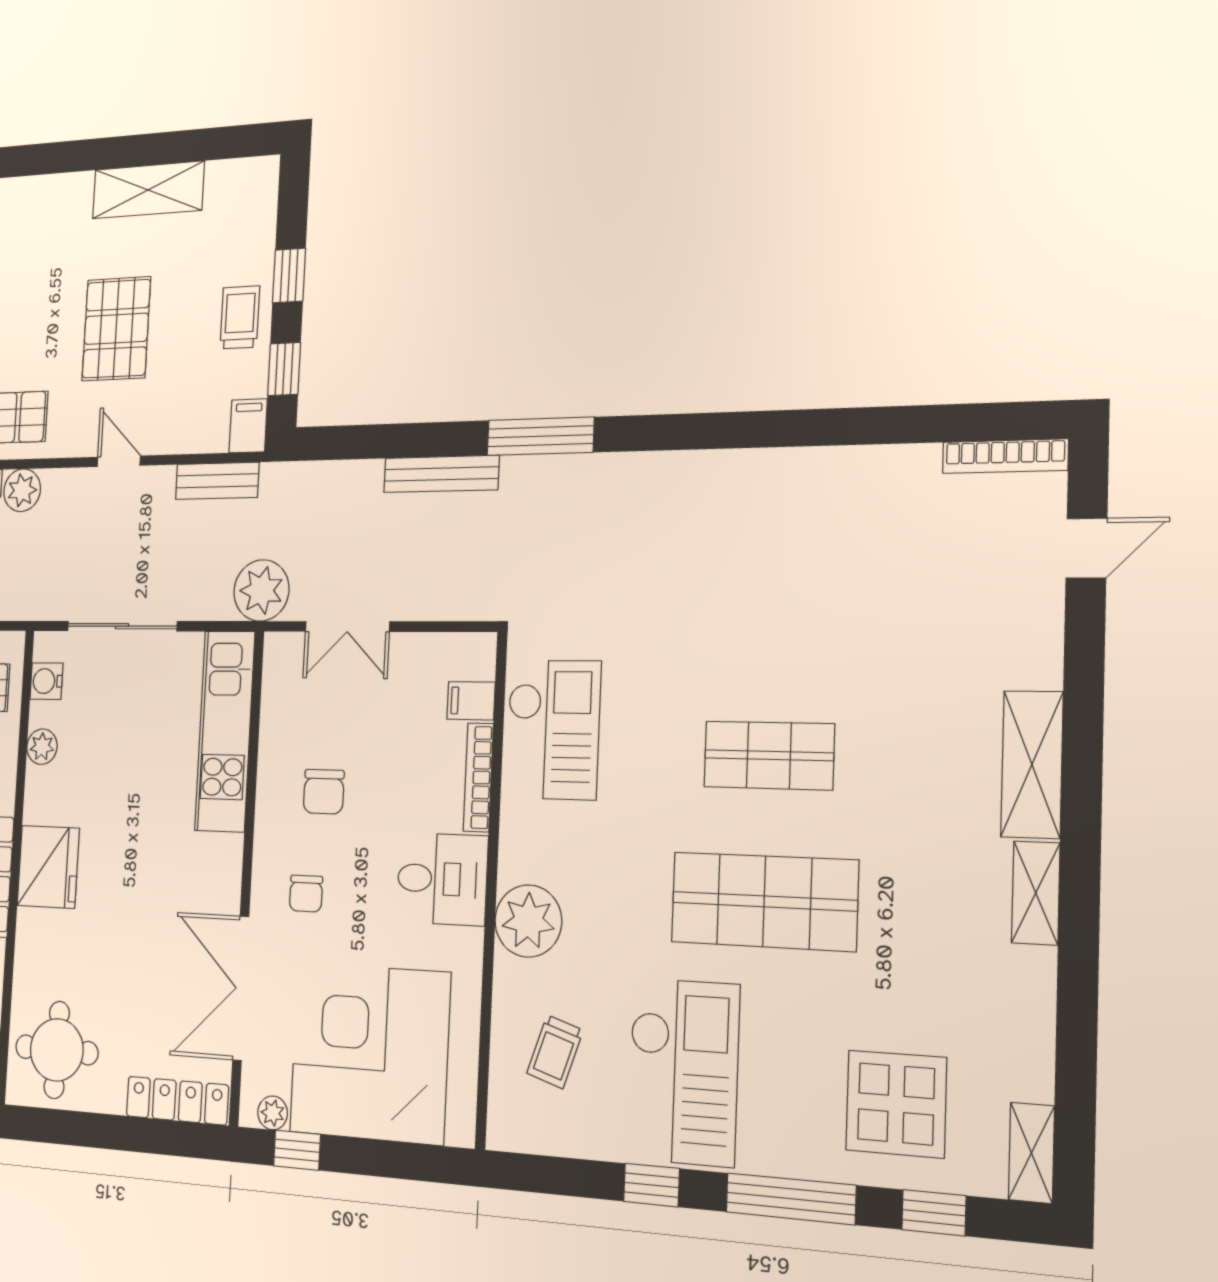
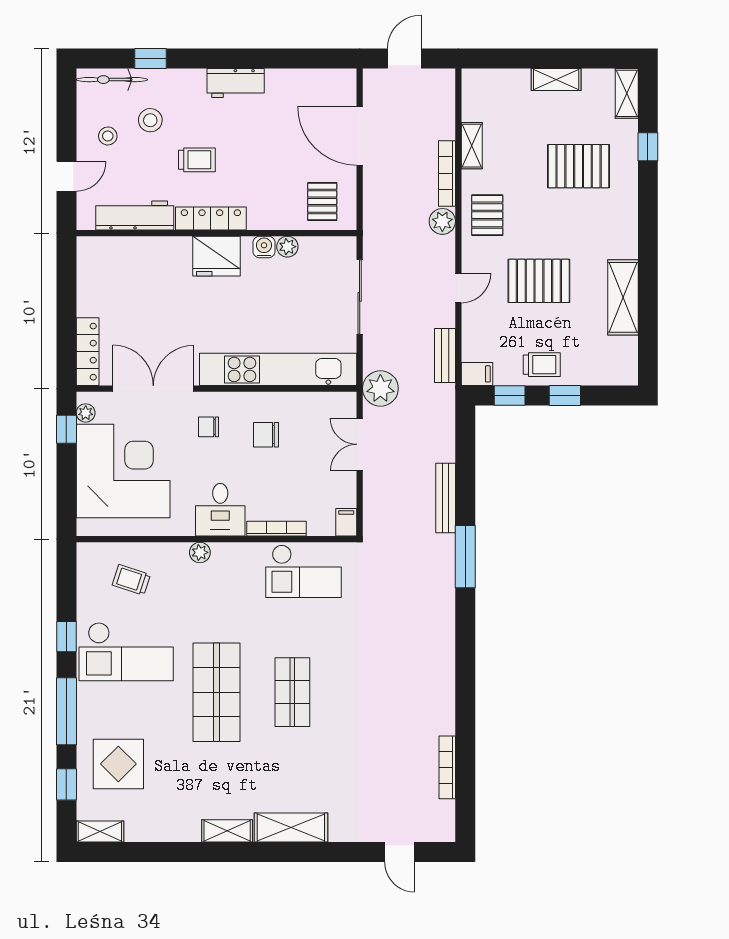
bookcase: (1005, 456) -> (447, 767), moved
water cooler: (46, 681) -> (264, 247), moved
filing cabinet: (471, 701) -> (346, 522), moved
kitchen unit: (225, 731) -> (278, 369), width x1.36
plant: (528, 921) -> (200, 552), width x0.53, depth x0.53
round table: (57, 1050) -> (110, 270), removed

